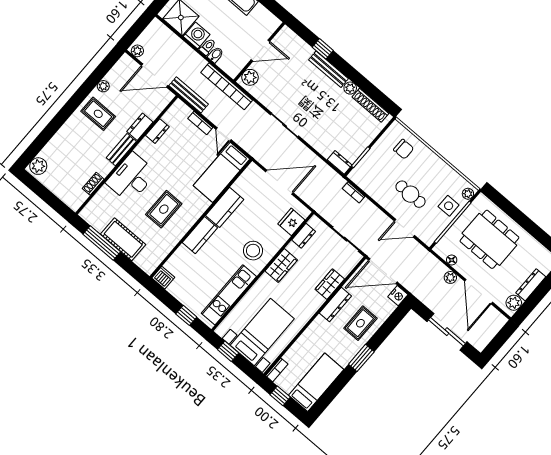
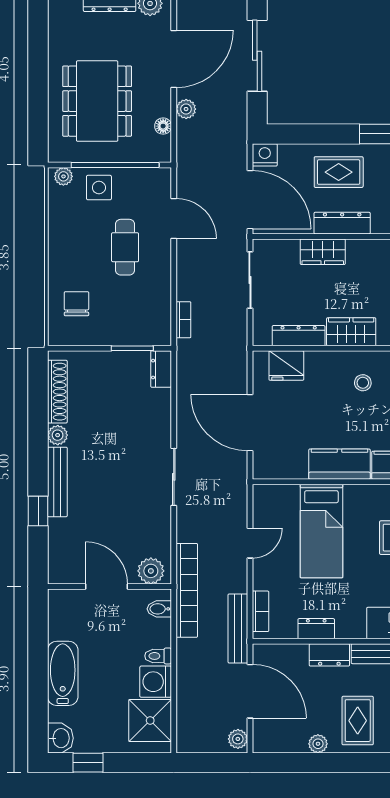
bidet: (216, 55) -> (159, 609), moved
bookcase: (200, 123) -> (260, 611), moved
bed: (221, 172) -> (321, 531), moved, turned 90
dresser: (304, 236) -> (299, 336), width x1.44
stool: (253, 251) -> (363, 383), width x0.53, depth x0.53

